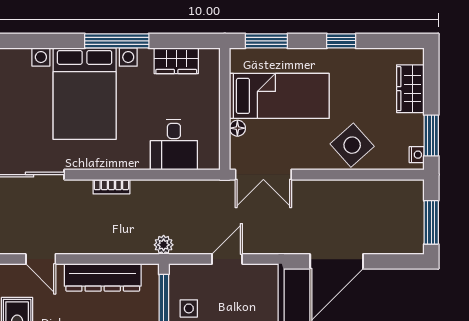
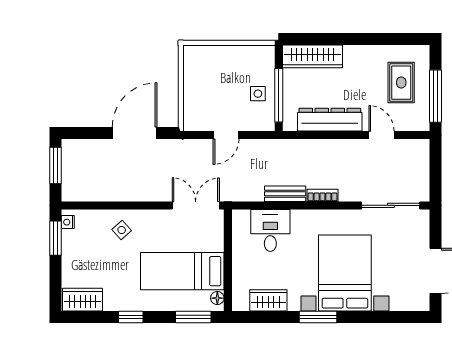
window: (117, 41) -> (318, 317), width x0.69
wardrobe: (410, 89) -> (83, 300), moved, turned -90
floor lamp: (237, 128) -> (217, 298), moved
side table: (352, 145) -> (122, 230), width x0.54, depth x0.54
bench: (156, 189) -> (285, 194), added
plant: (164, 245) -> (279, 147), removed

